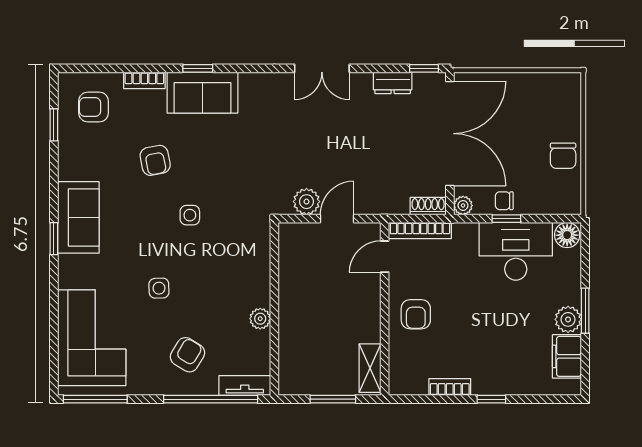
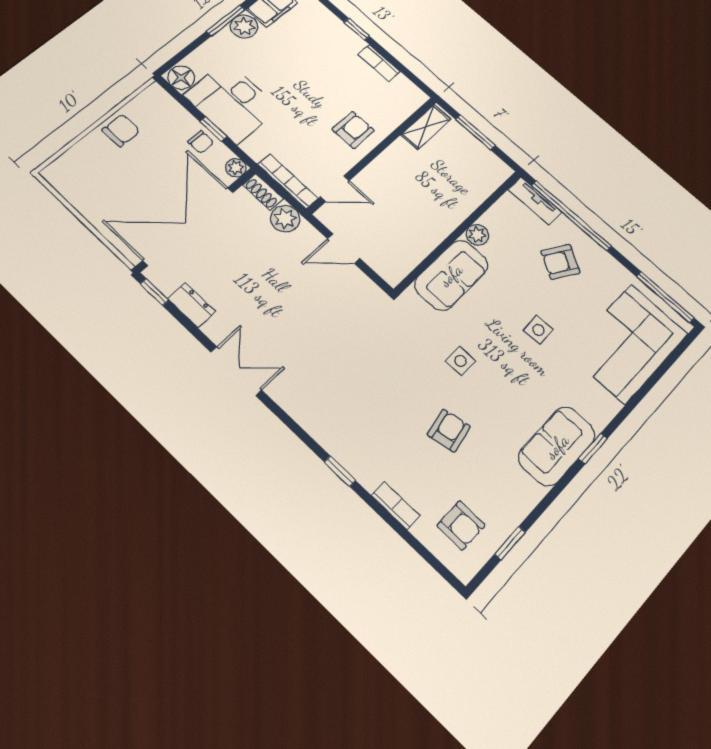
sofa: (202, 93) -> (451, 275), moved, turned 90
plant: (306, 202) -> (285, 219), moved

